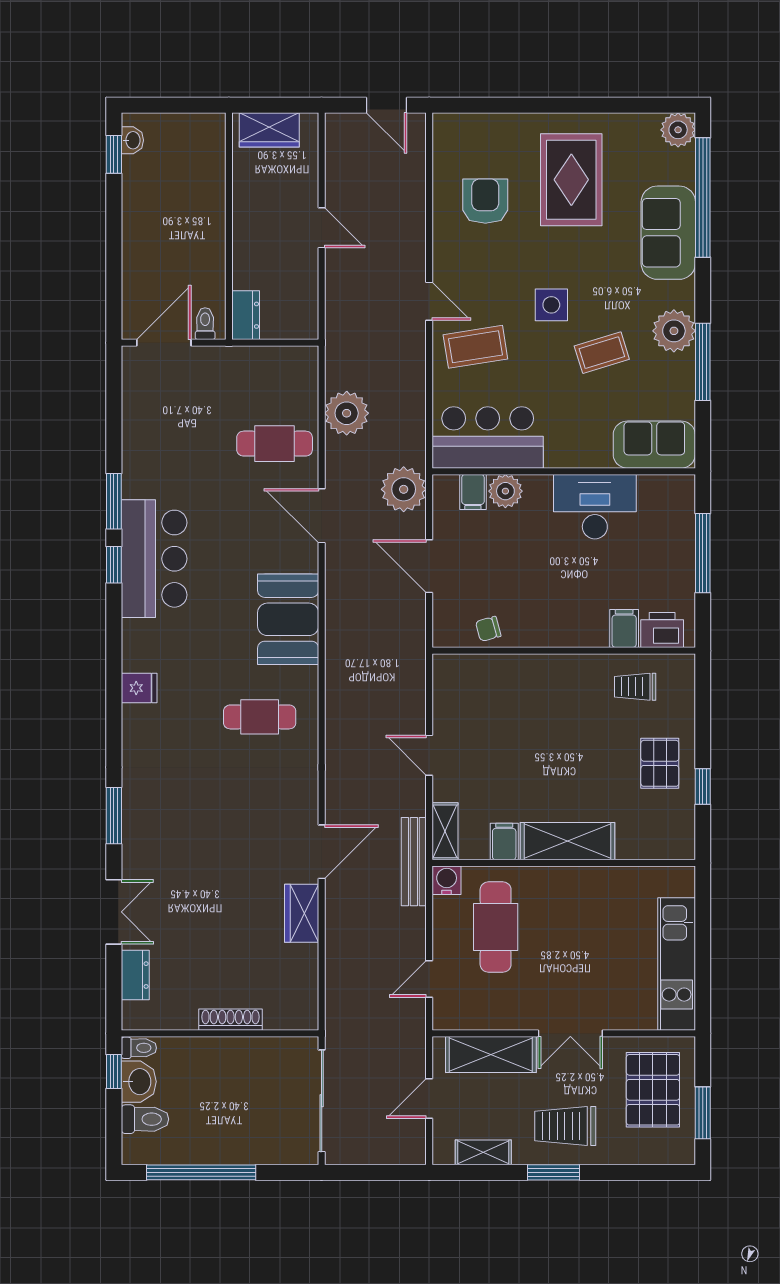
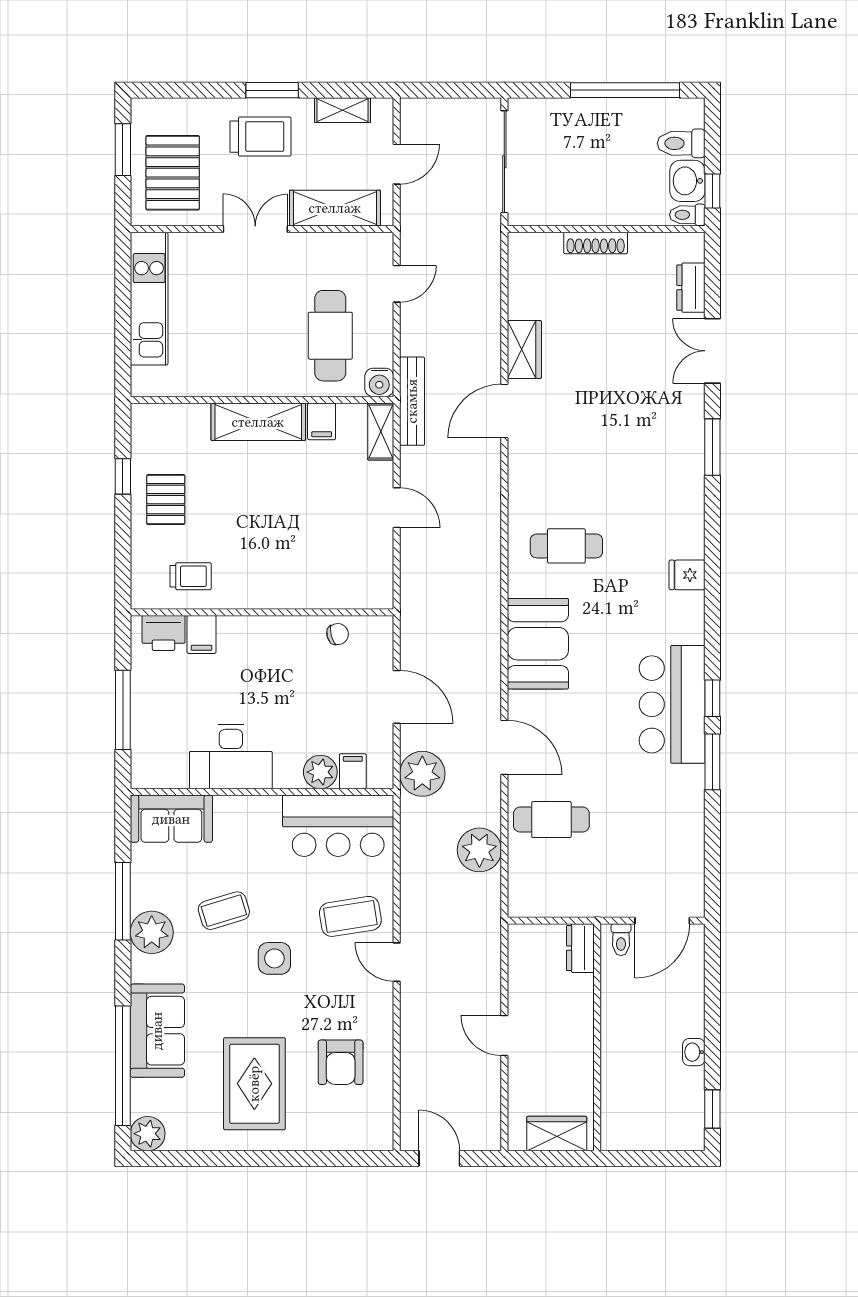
washbasin: (132, 140) -> (694, 1052), moved

